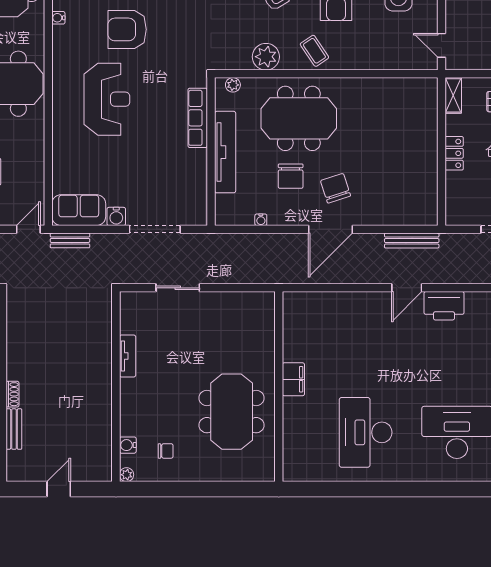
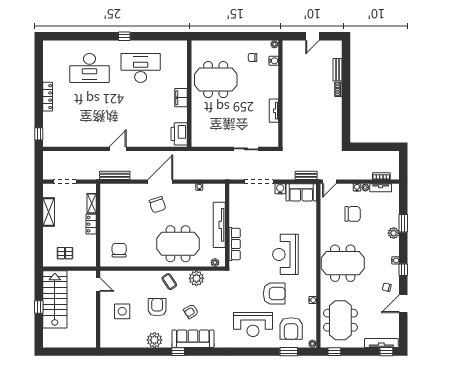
shelving: (453, 95) -> (92, 203), moved
chair: (291, 176) -> (119, 250), moved
printer: (444, 306) -> (179, 134), moved, turned -90
meeting table: (232, 412) -> (216, 80), turned 90
desk: (366, 432) -> (141, 68), turned -90
window: (395, 489) -> (124, 36), added

